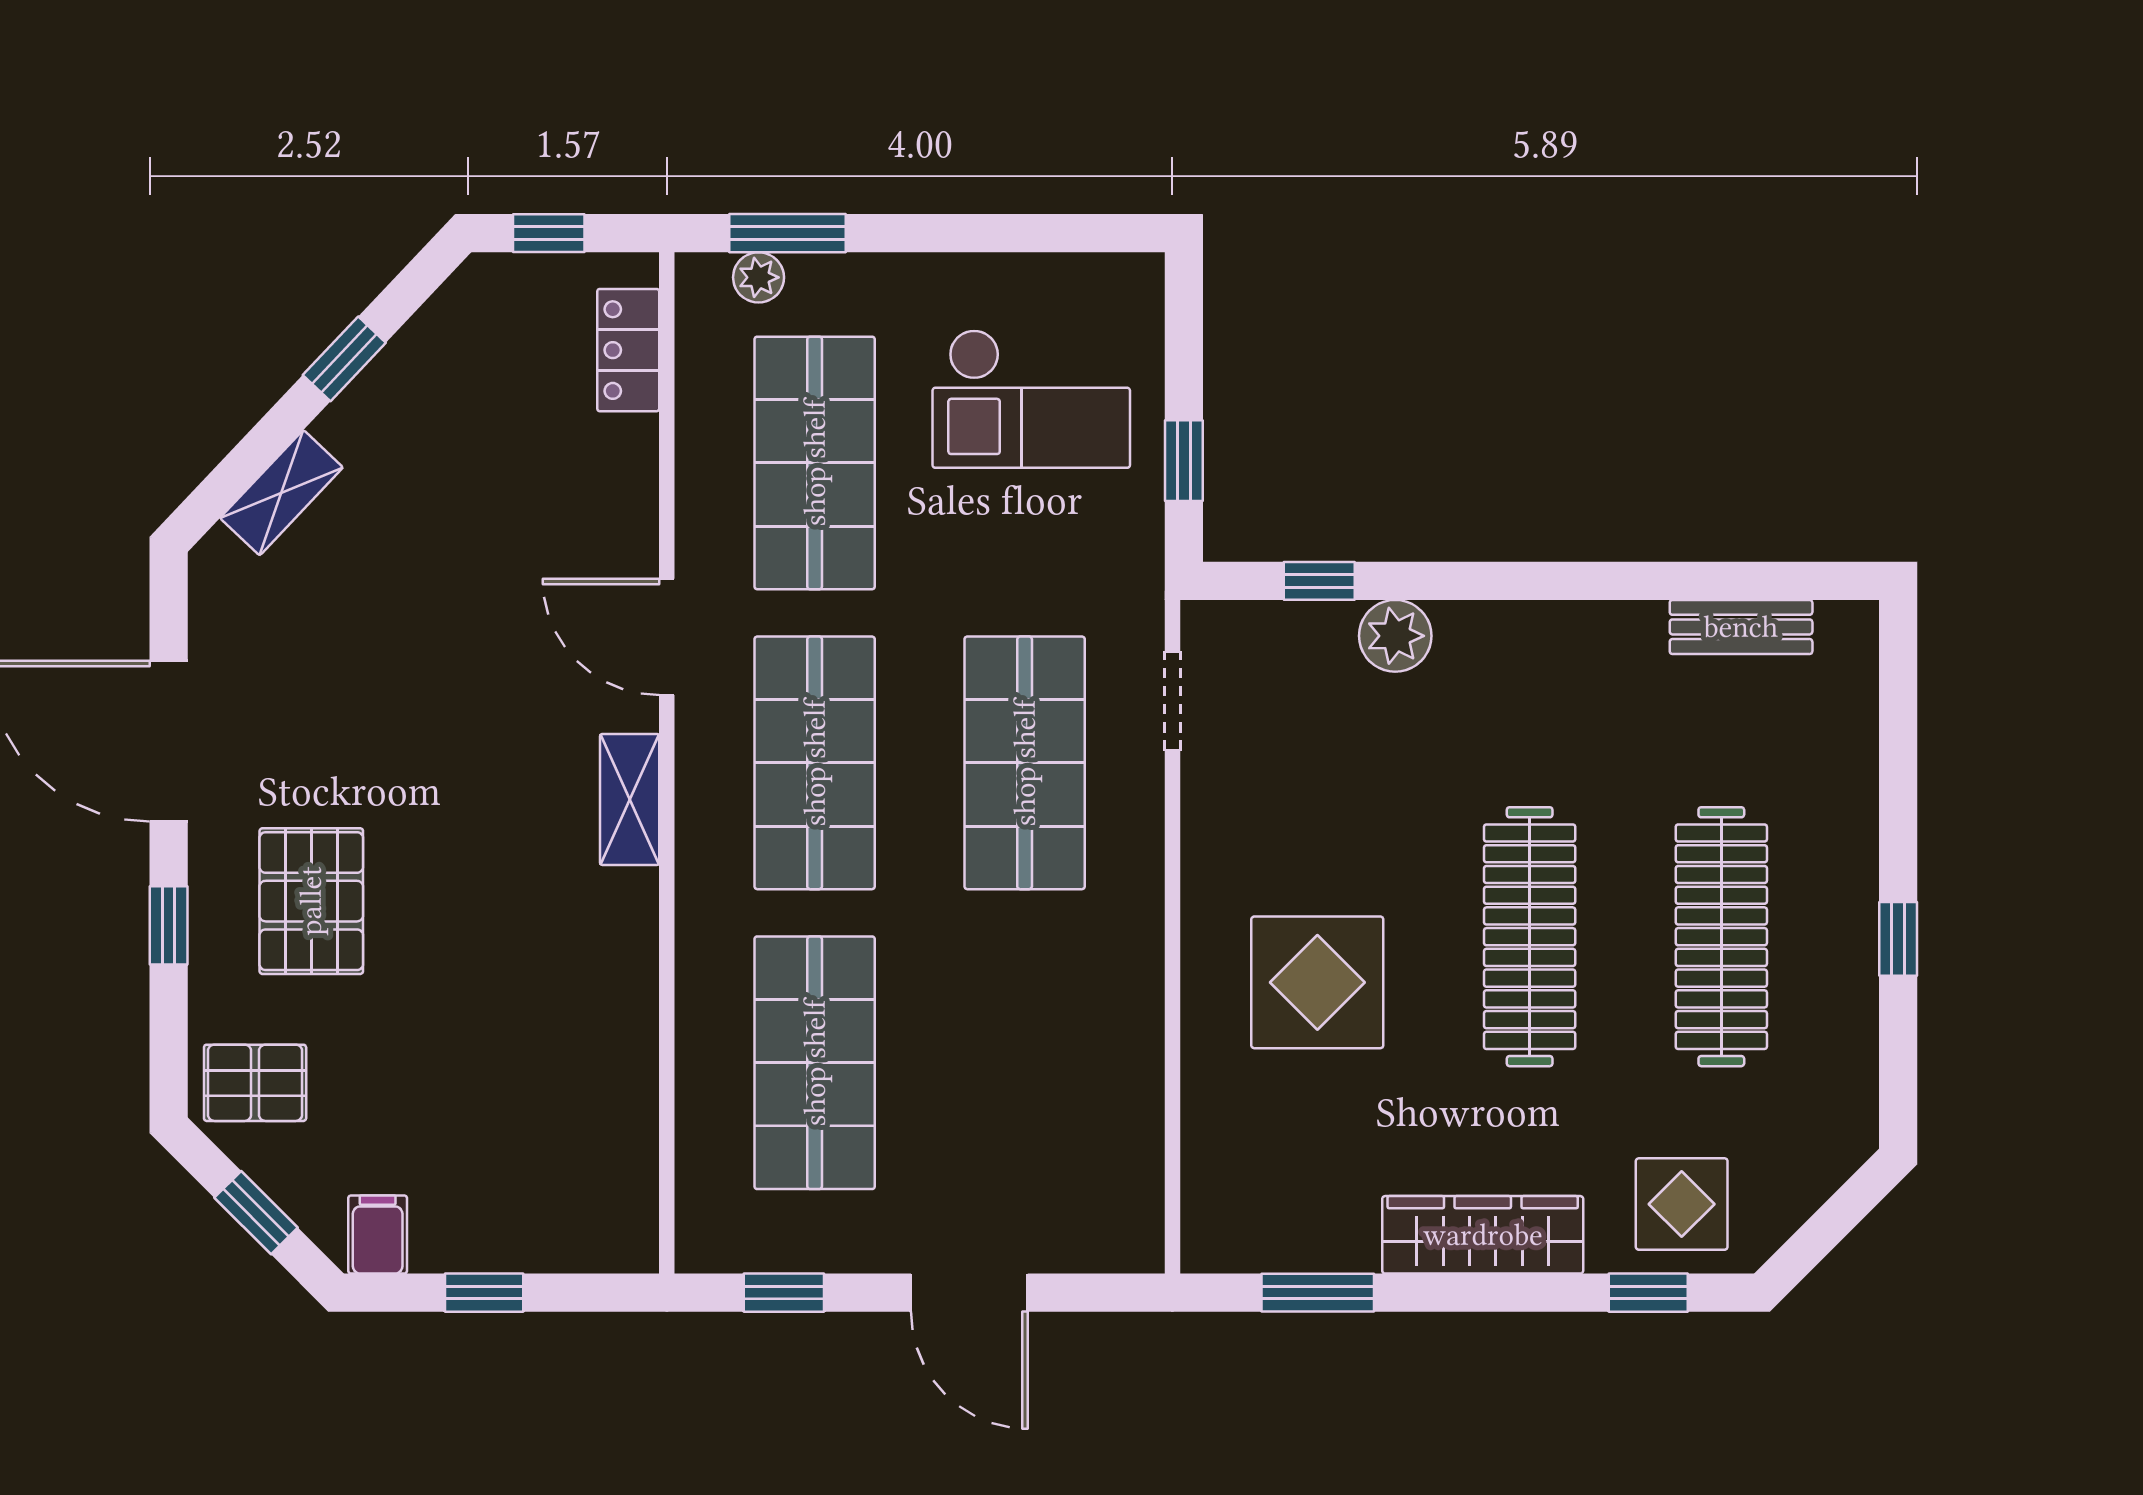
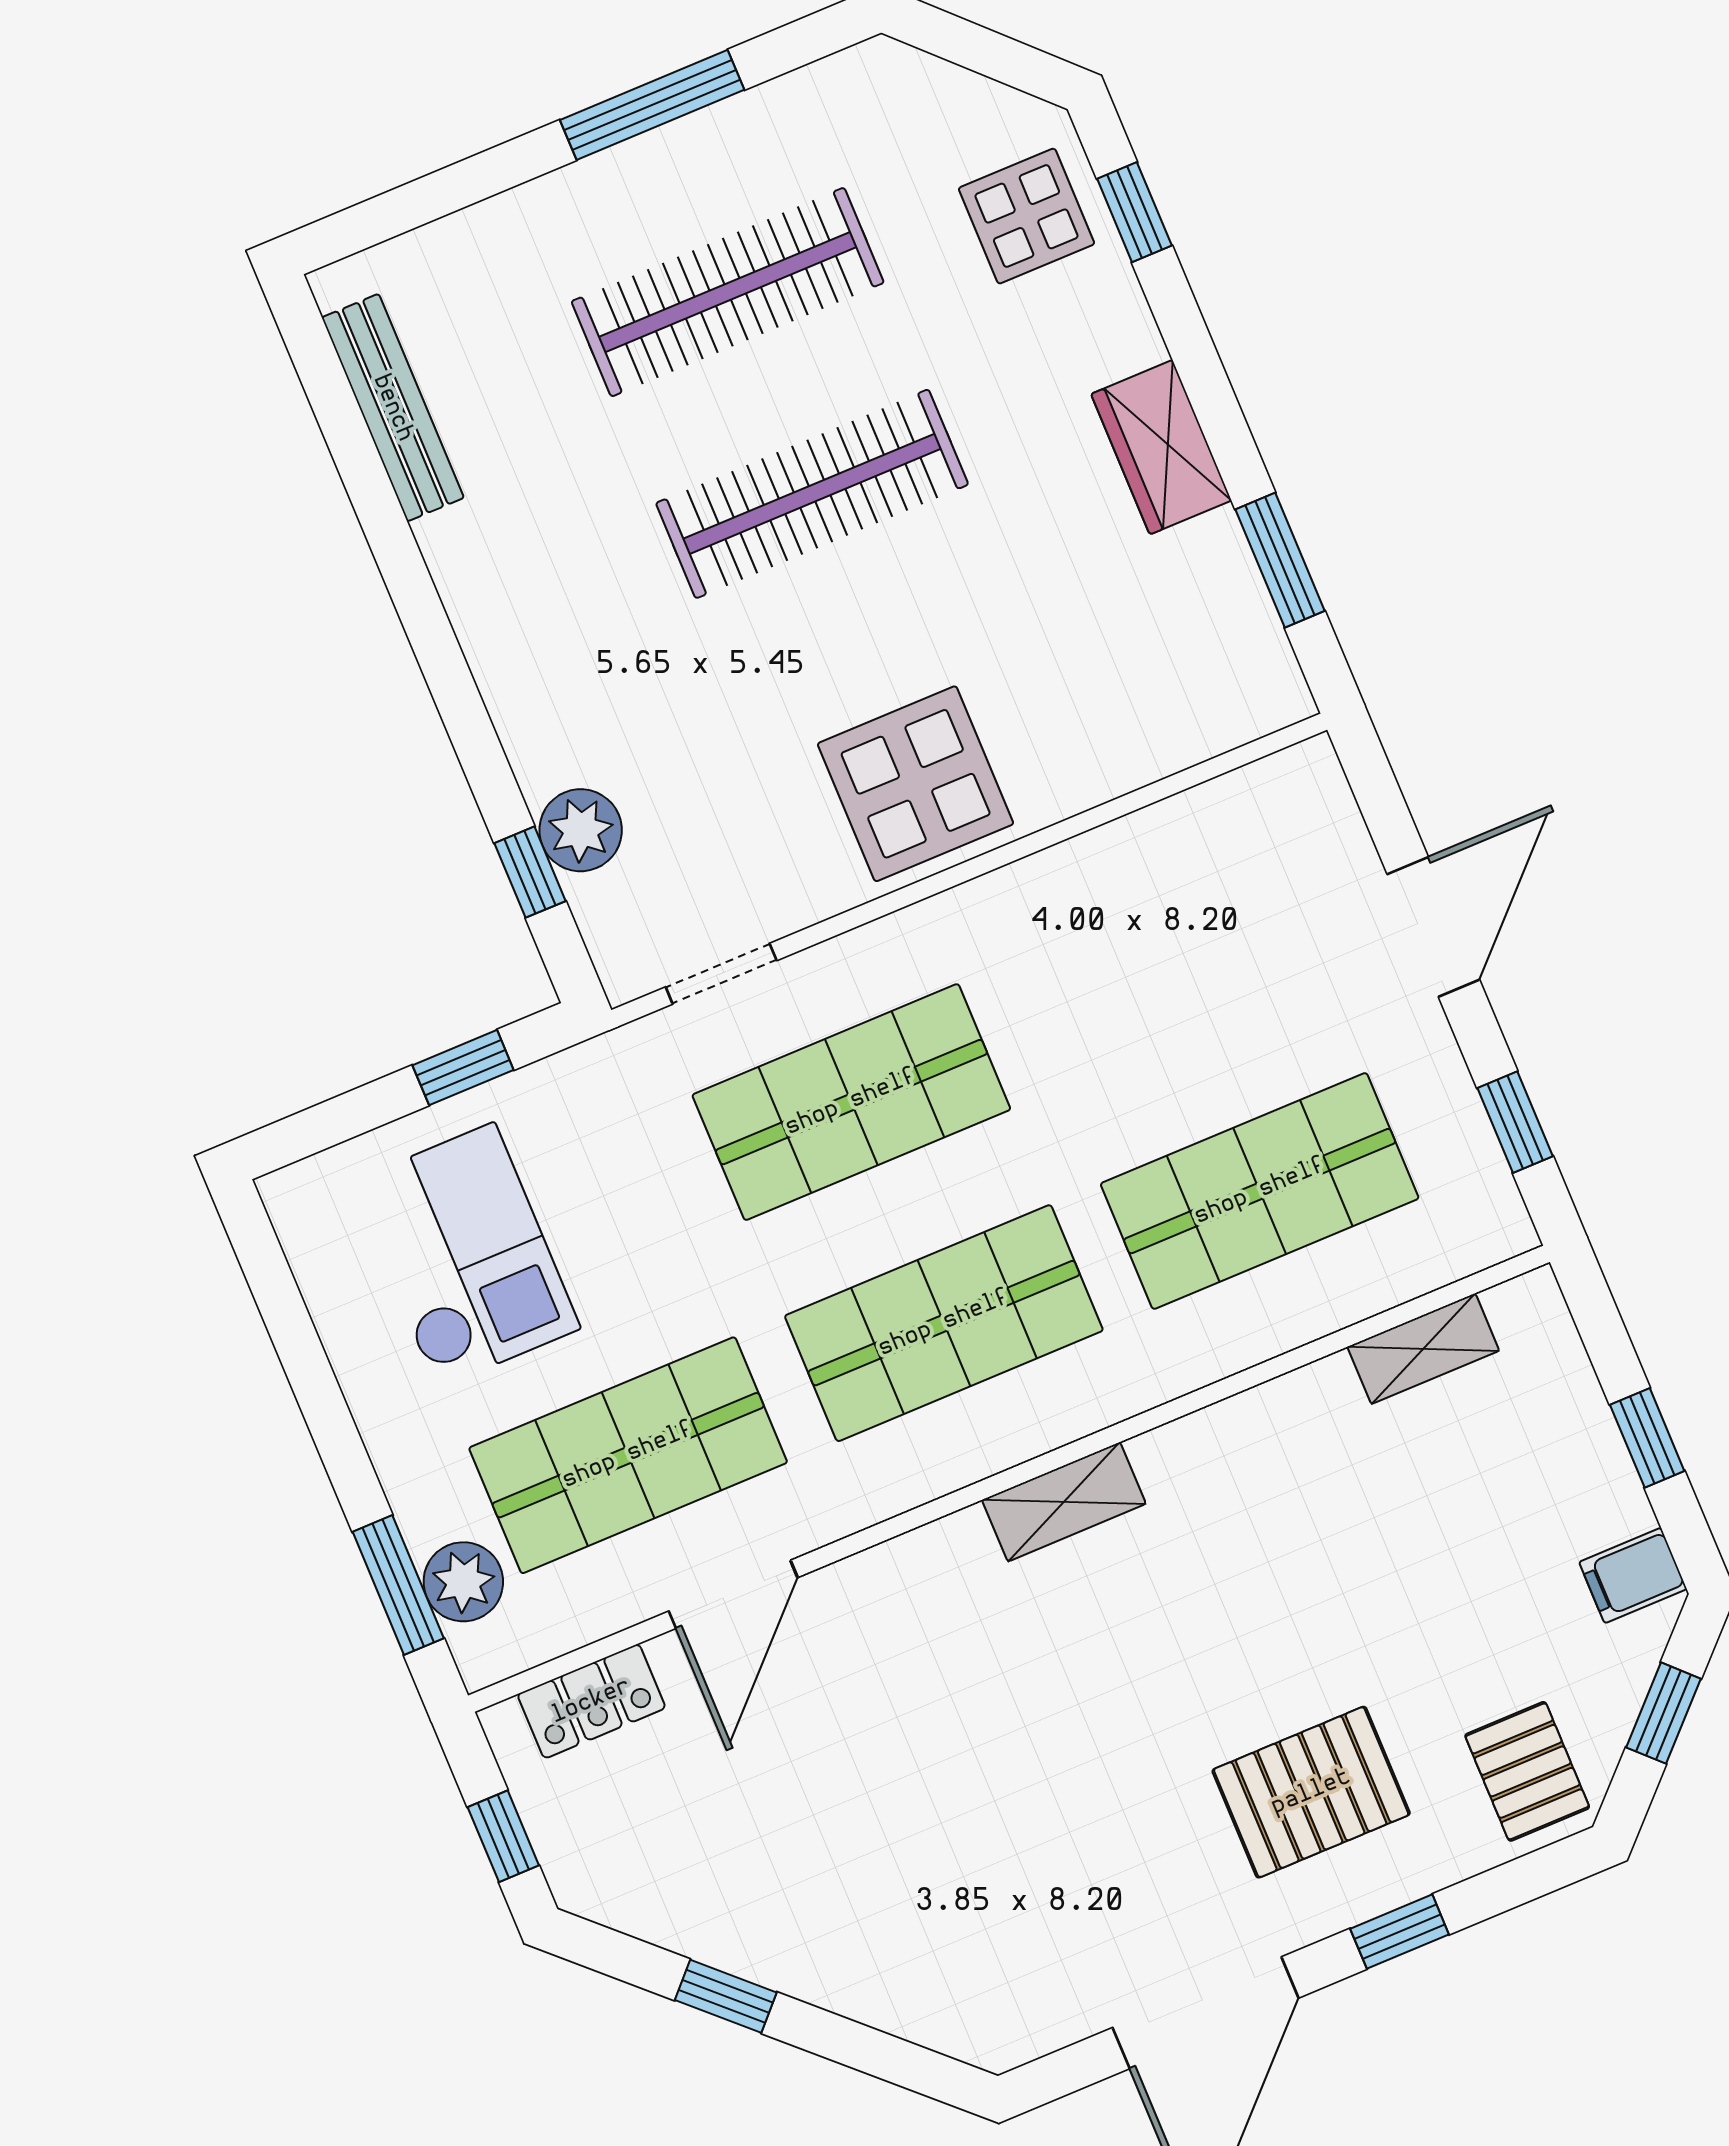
plant: (759, 277) -> (463, 1582), width x1.38, depth x1.38
shelving: (281, 493) -> (1423, 1349), moved, turned -43
bench: (1741, 627) -> (393, 408), width x1.36
plant: (1395, 636) -> (581, 830), moved
door: (667, 637) -> (733, 1594), moved
window: (1898, 939) -> (652, 105), width x2.17
display table: (1317, 982) -> (916, 784), moved
wardrobe: (1483, 1235) -> (1161, 447), width x0.67

